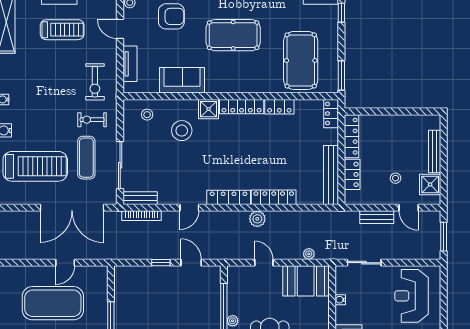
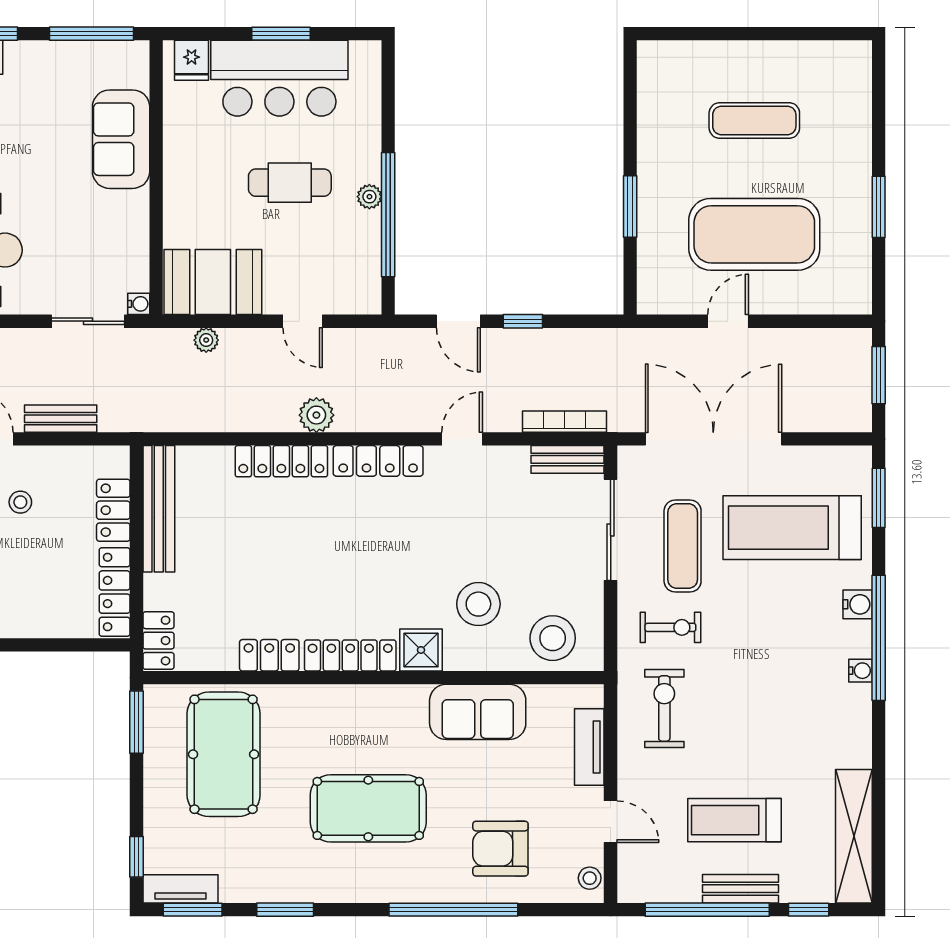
stool: (147, 115) -> (553, 638), width x1.89, depth x1.89
water cooler: (340, 300) -> (139, 304), moved

